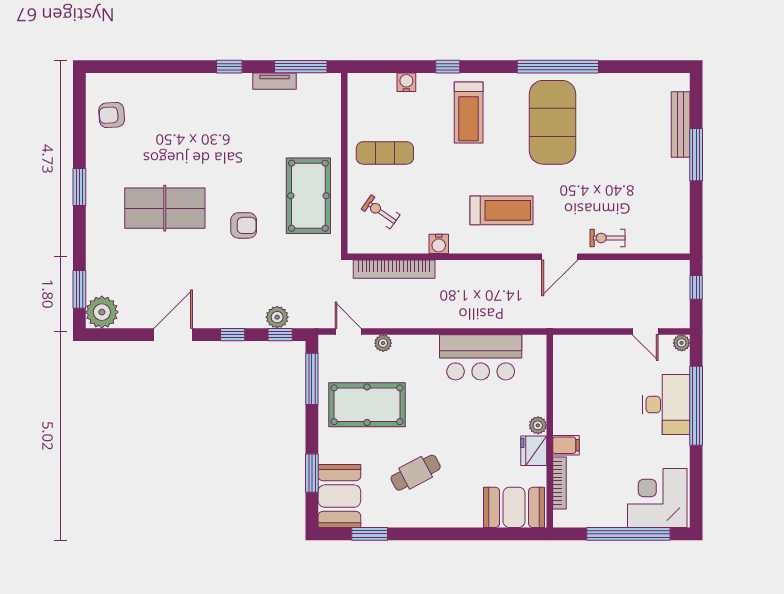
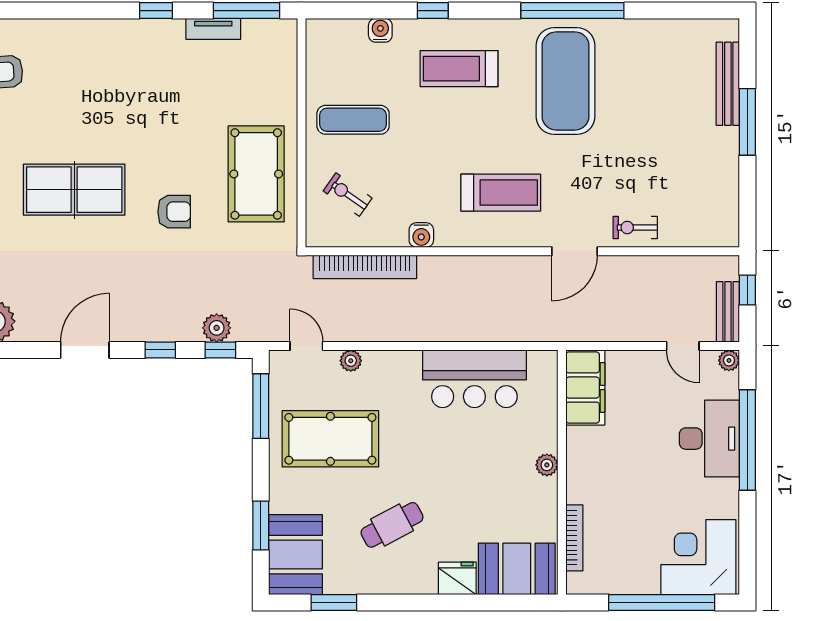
treadmill: (469, 113) -> (459, 69), turned 90
bench: (681, 305) -> (728, 312), added
filing cabinet: (566, 445) -> (585, 388), moved, width x3.00, depth x1.17
fridge: (534, 451) -> (457, 578), moved, turned 90

